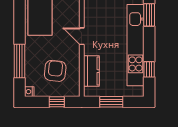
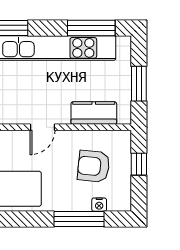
window: (149, 69) -> (91, 28), width x2.17
nightstand: (29, 92) -> (99, 205), moved

